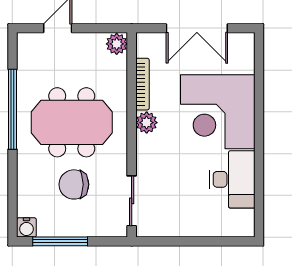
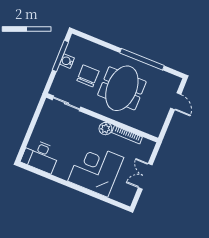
double door: (197, 28) -> (145, 176), width x0.73
plant: (117, 44) -> (154, 130), removed
desk: (232, 179) -> (40, 156), moved
water cooler: (26, 227) -> (67, 61), moved

